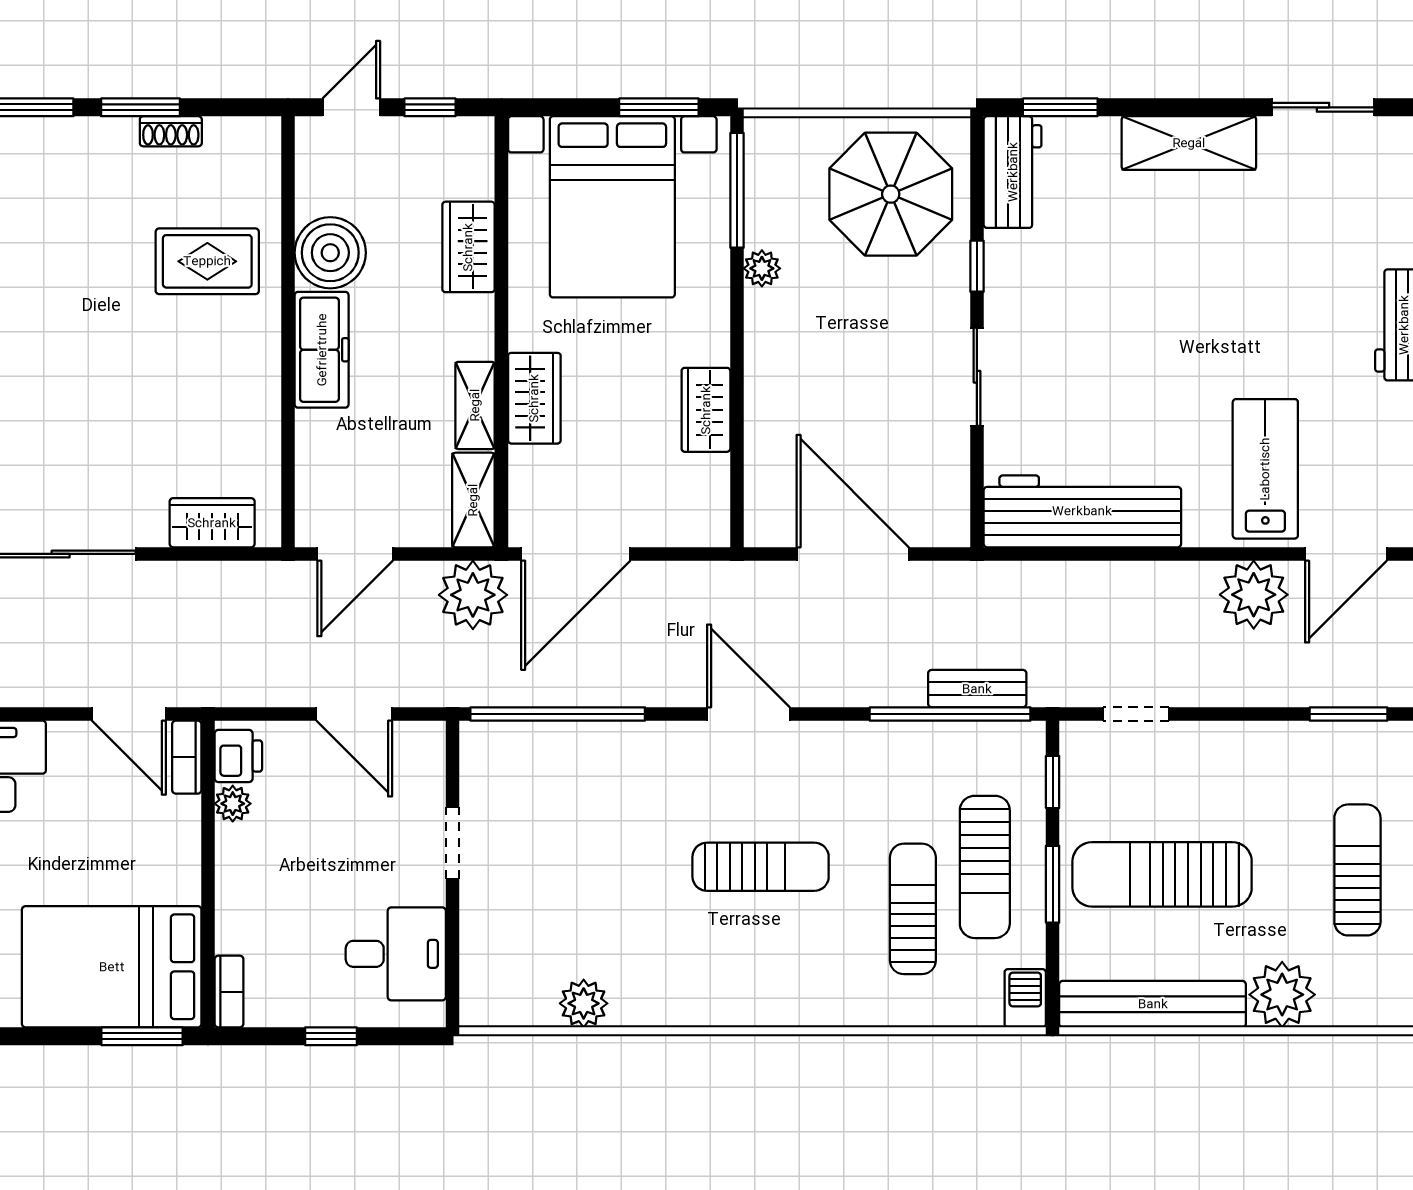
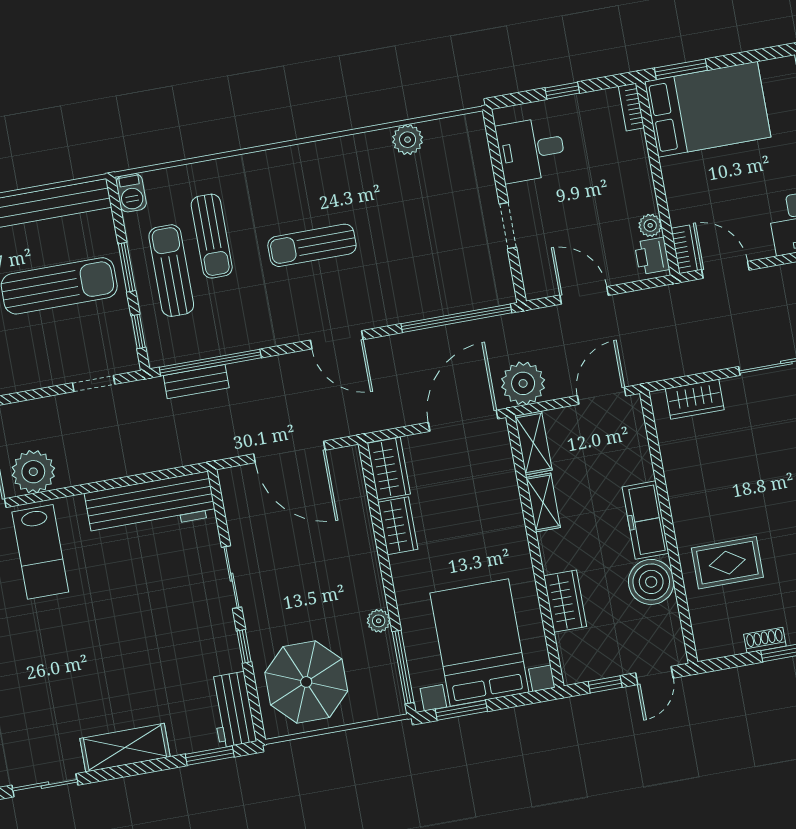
wardrobe: (534, 398) -> (389, 469), moved, turned 180

